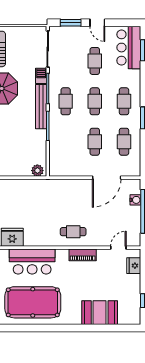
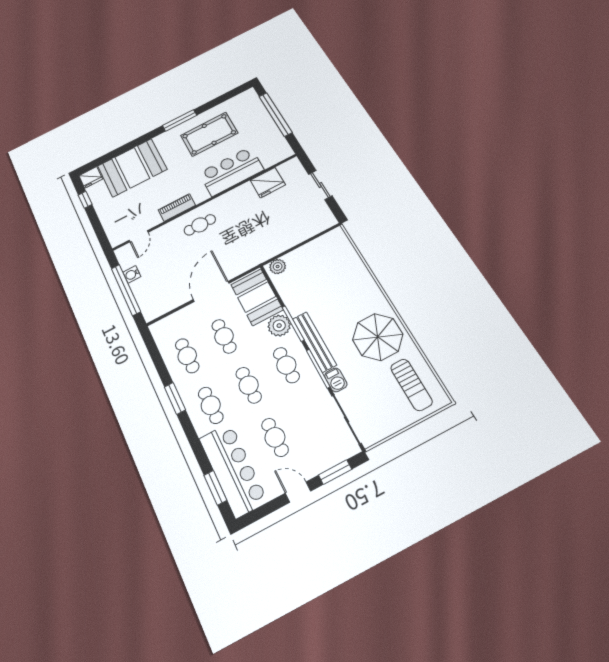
bar counter: (129, 48) -> (233, 470), width x1.36
plant: (57, 129) -> (279, 326), added
booth: (61, 157) -> (257, 297), added
door: (107, 178) -> (211, 291), moved
water cooler: (135, 200) -> (132, 274), moved
fridge: (134, 266) -> (91, 177), moved, turned 90
pool table: (33, 302) -> (209, 134), width x0.73, depth x0.76
booth: (100, 313) -> (132, 168), width x1.36, depth x1.42
window: (48, 328) -> (180, 120), added

